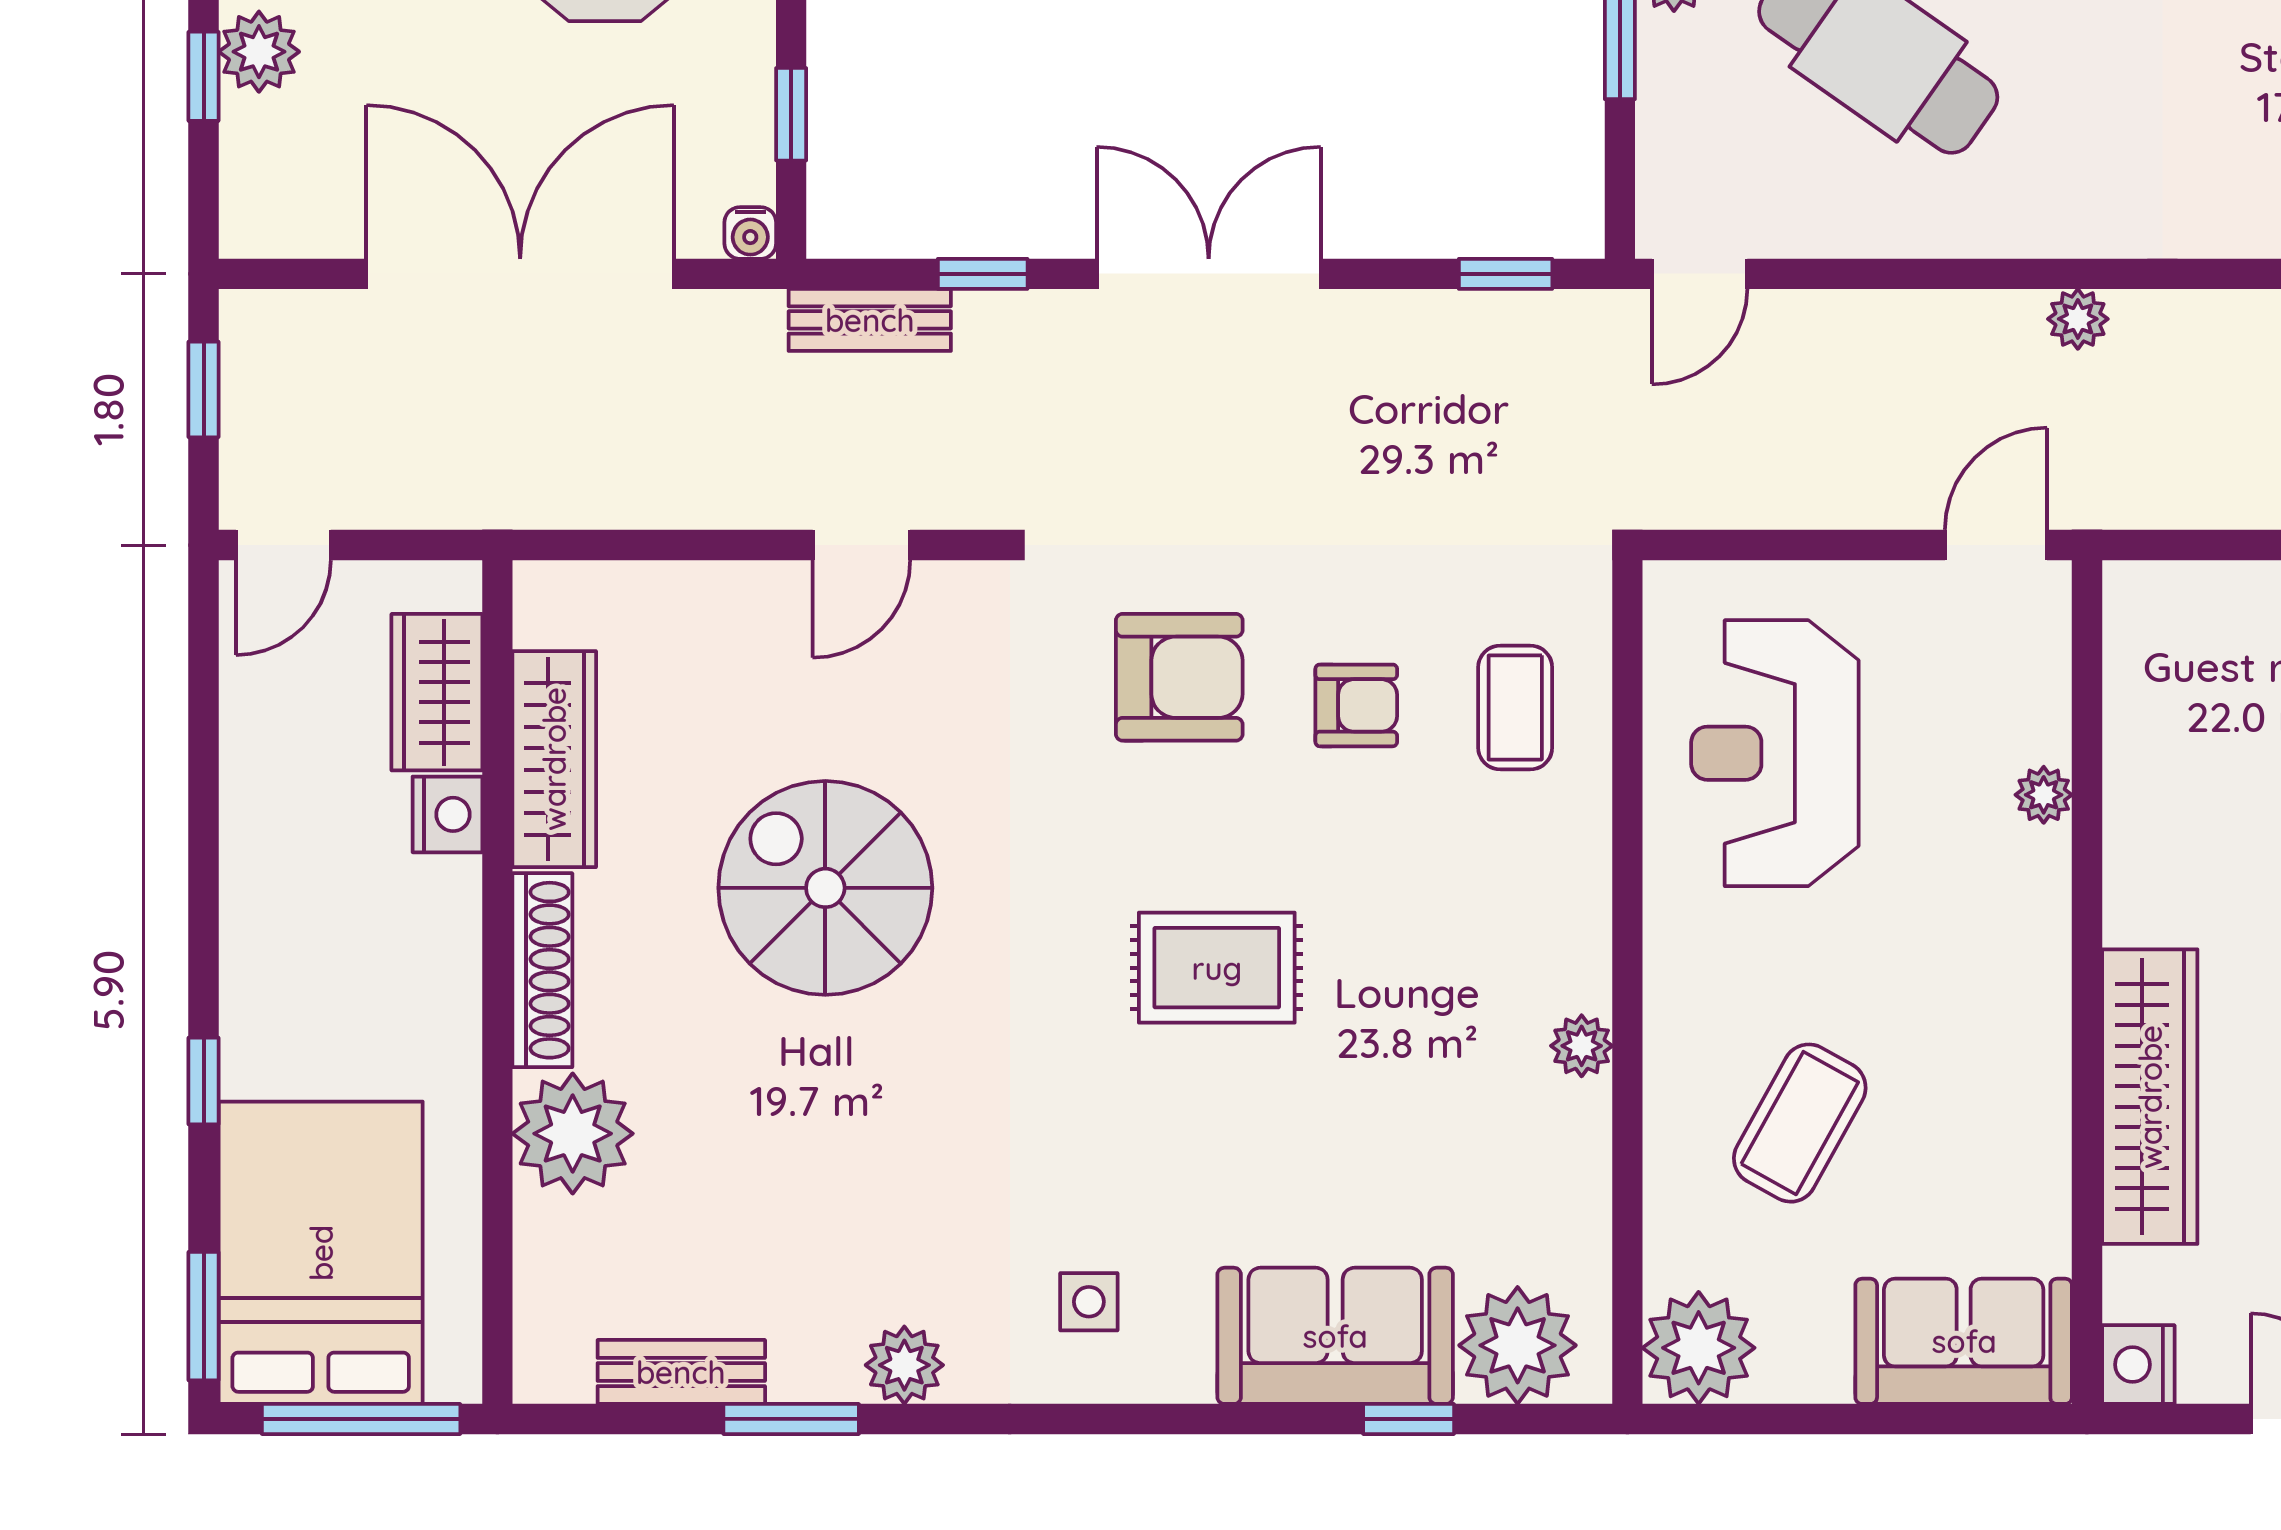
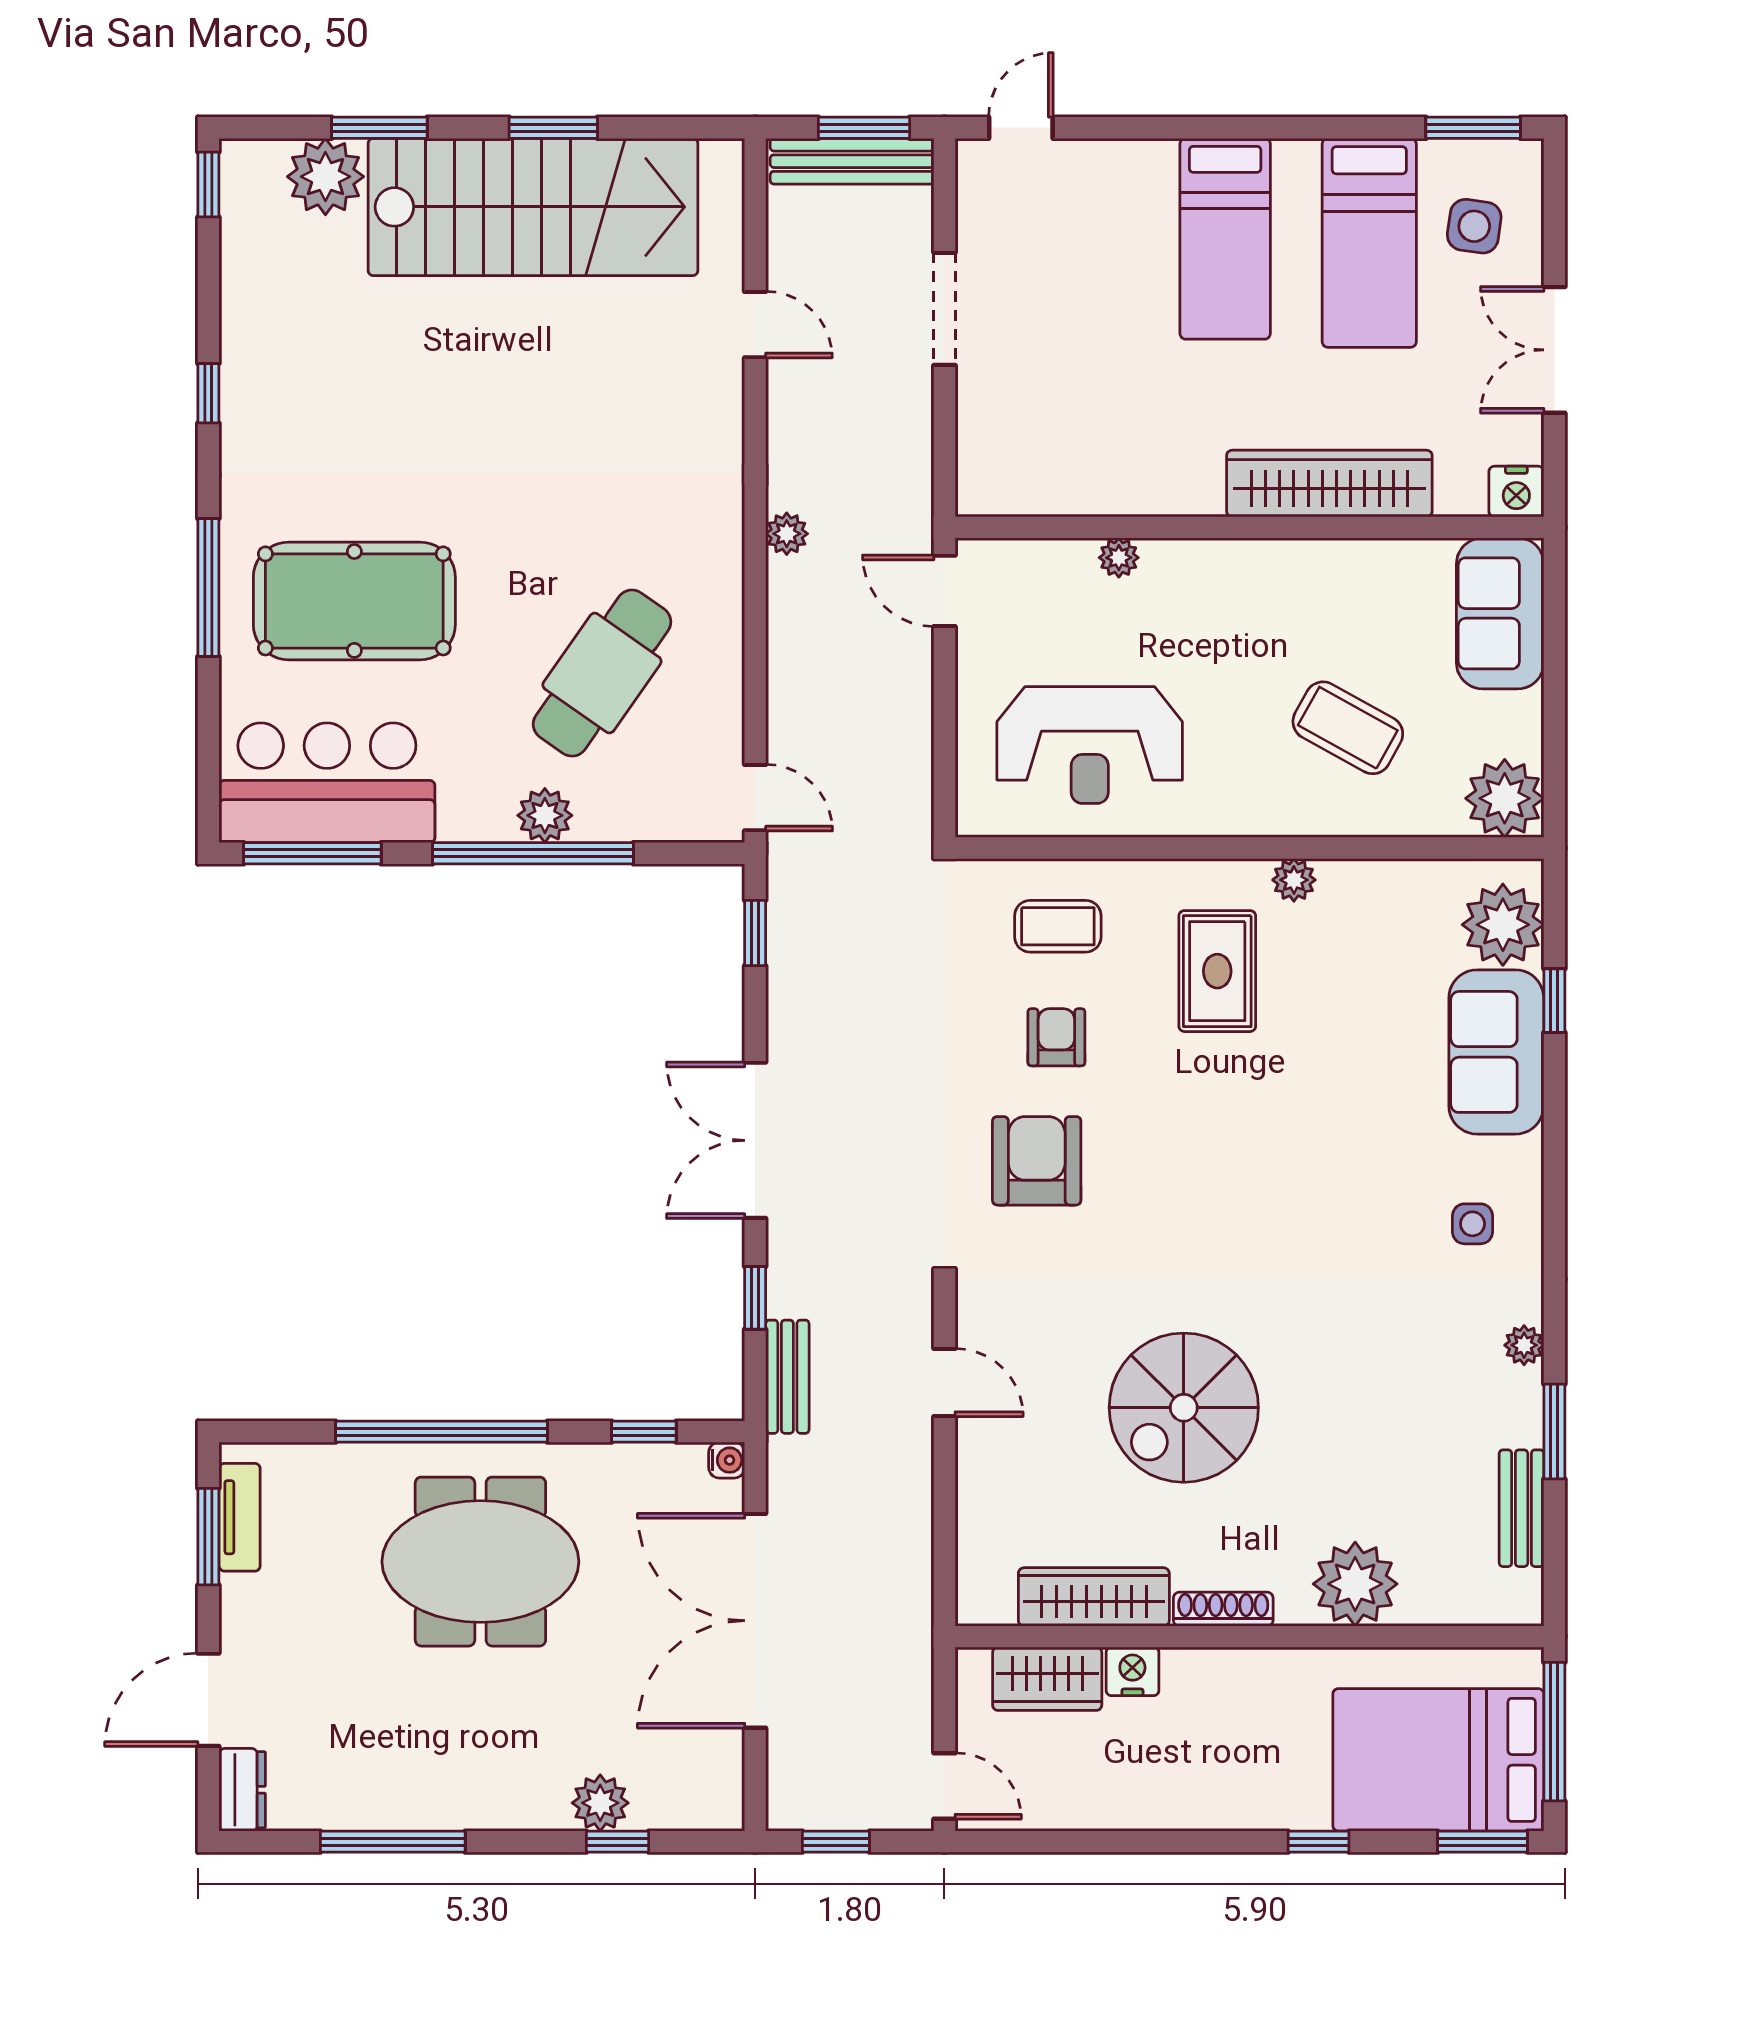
rug: (1217, 968) -> (1217, 971), moved
shoe rack: (542, 970) -> (1223, 1609), width x0.74, depth x0.81
plant: (904, 1365) -> (1524, 1345), width x0.73, depth x0.73

